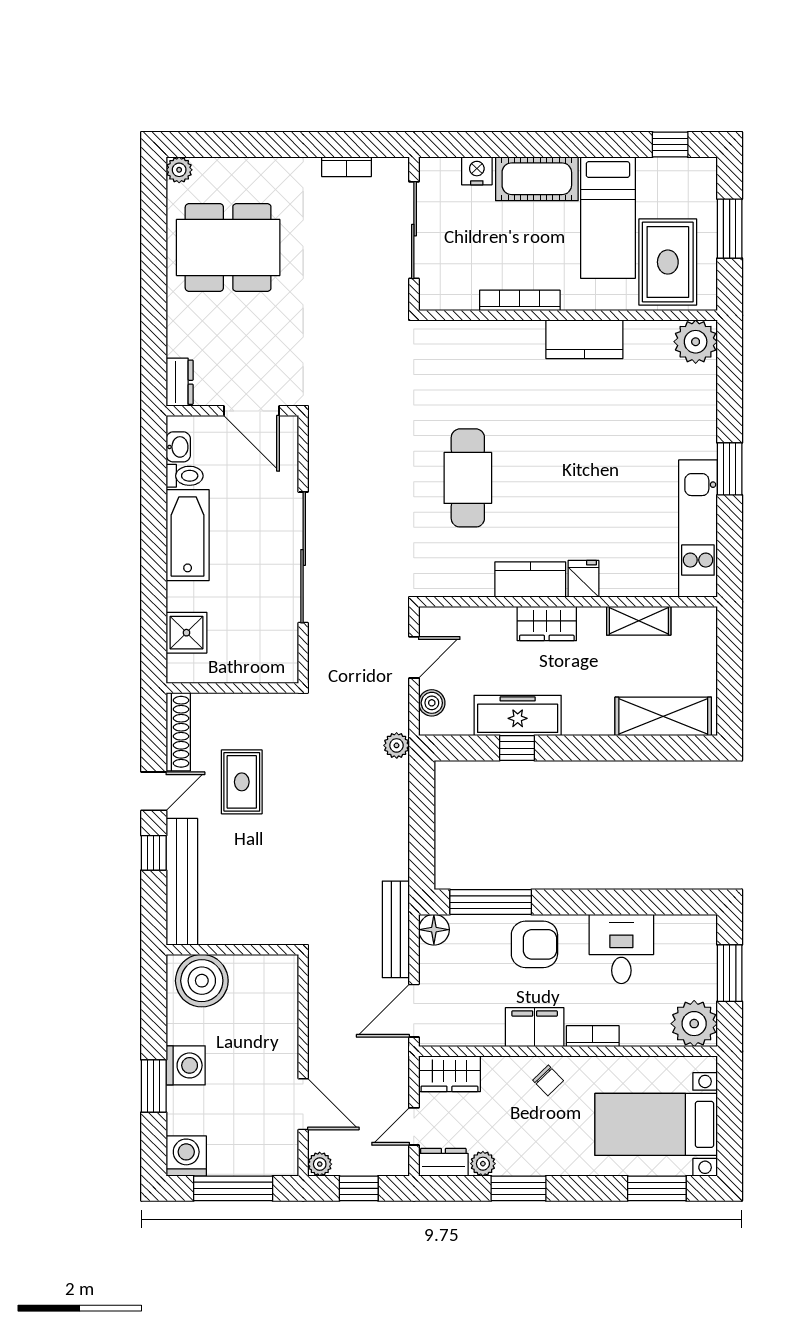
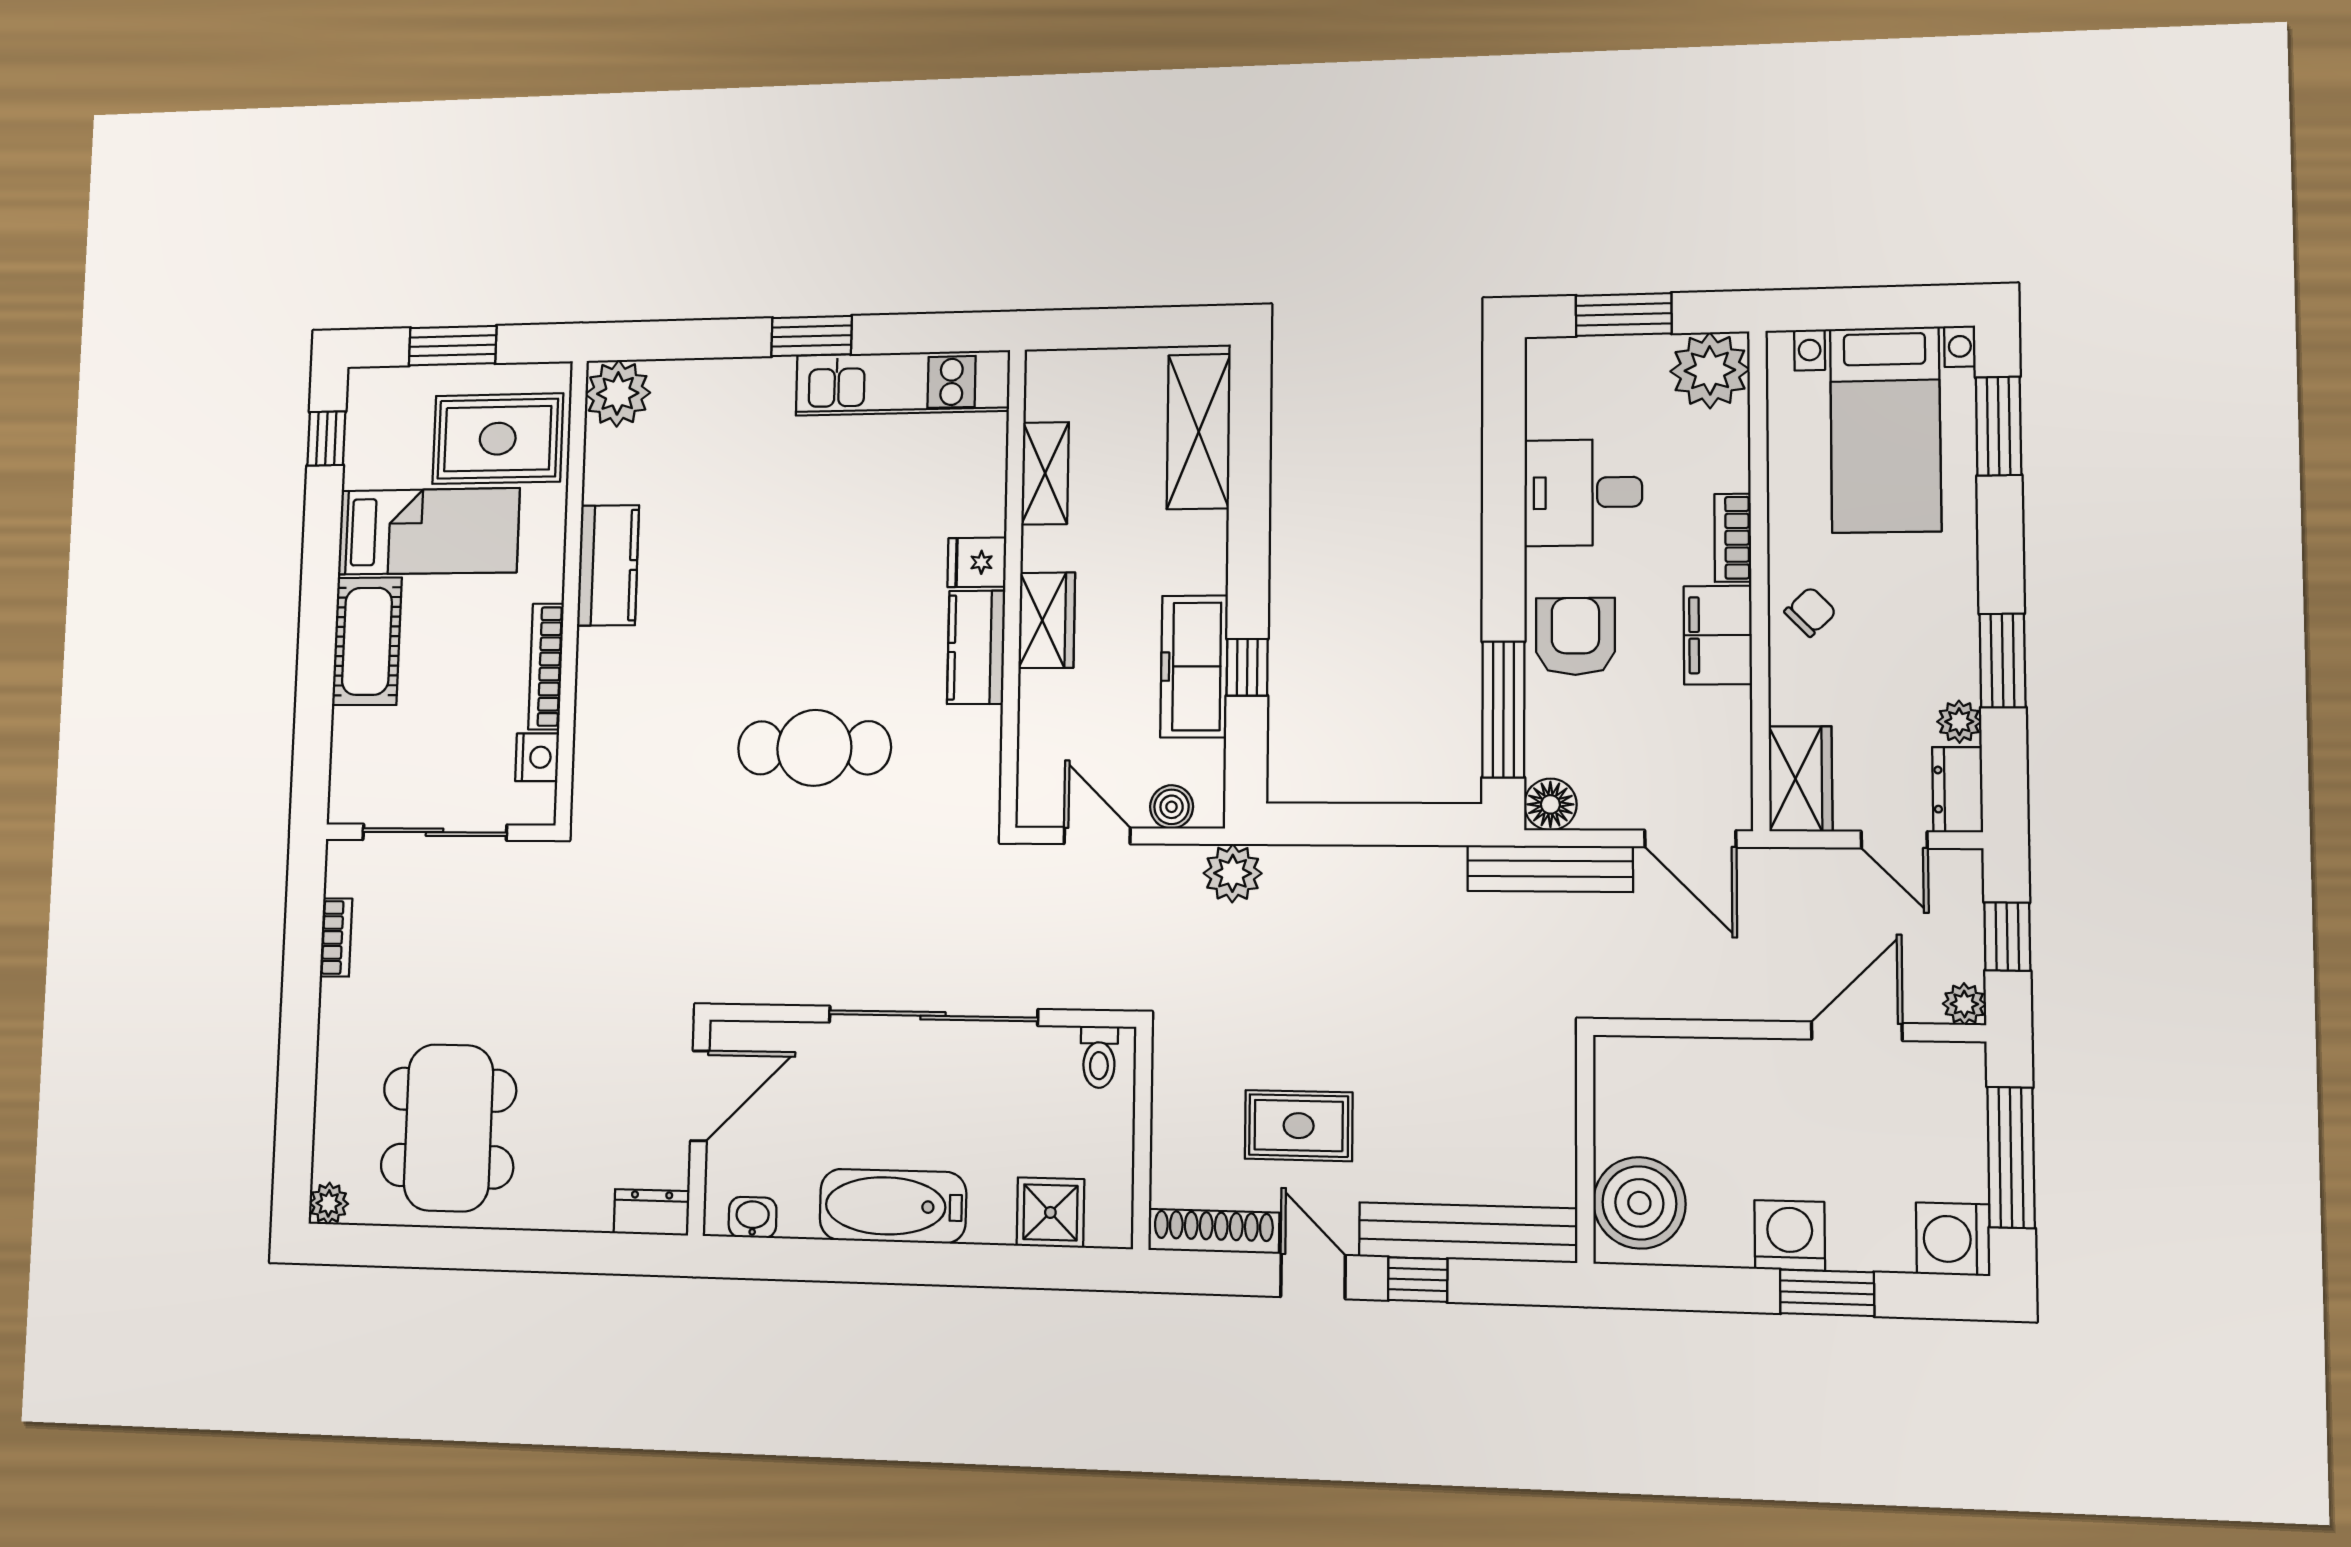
nightstand: (477, 171) -> (537, 757), moved, turned 180
toilet: (185, 476) -> (1099, 1057), moved, turned 180
plant: (397, 745) -> (1233, 873), width x1.38, depth x1.38

